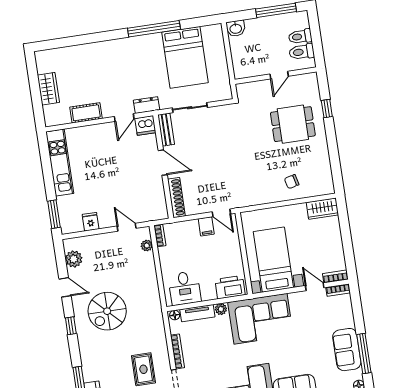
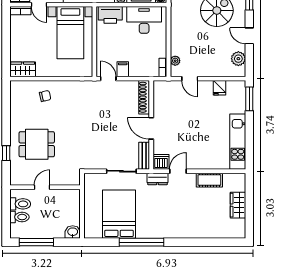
desk: (185, 288) -> (144, 20), width x1.37

